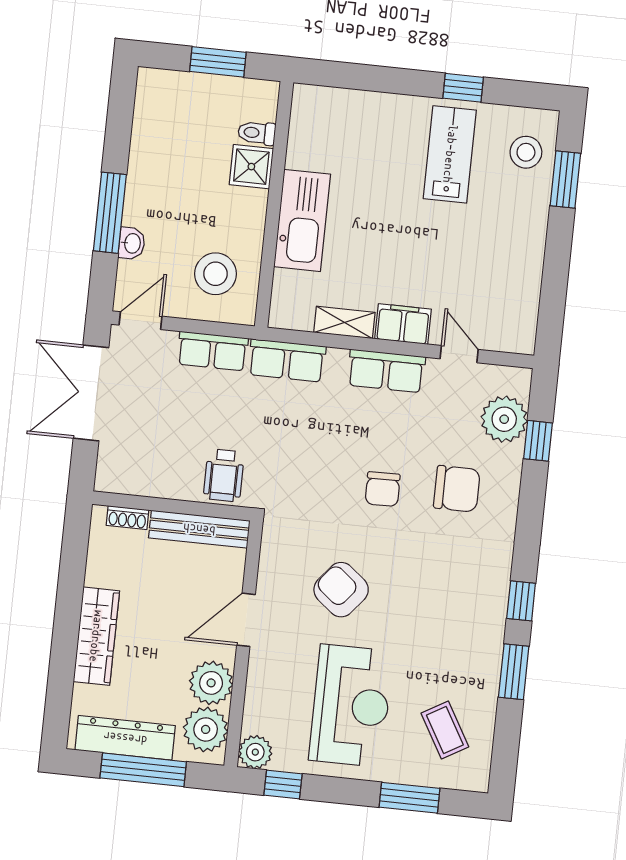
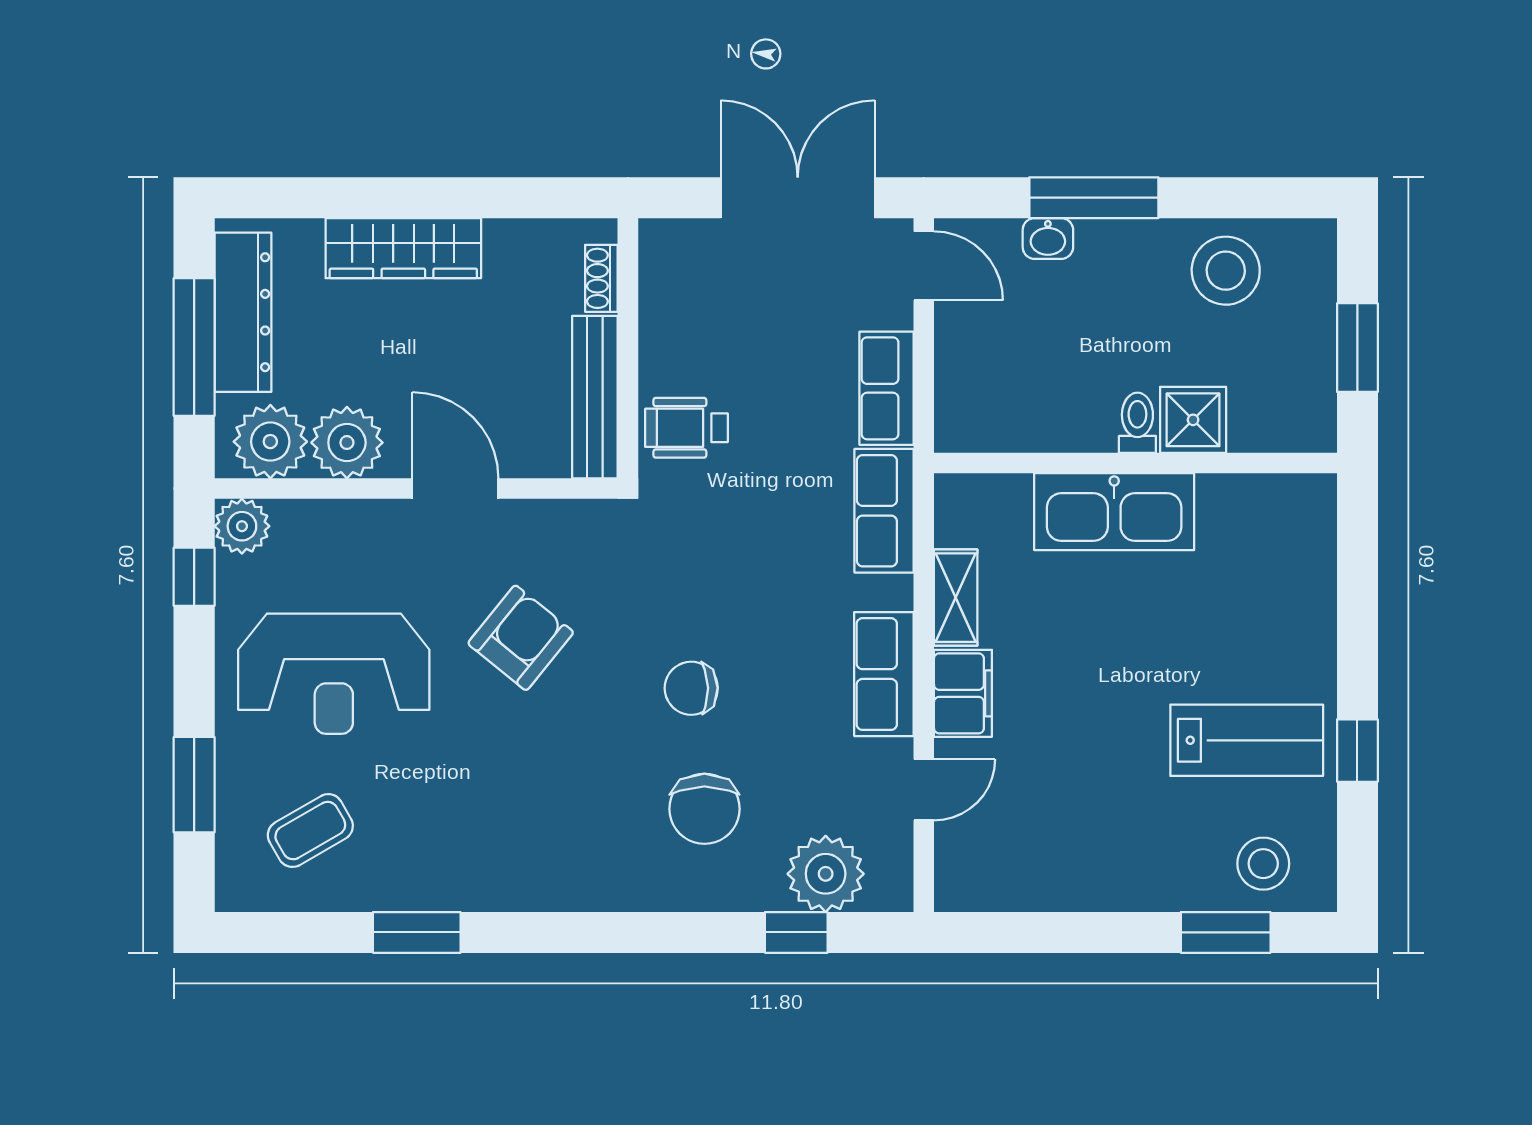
toilet: (257, 133) -> (1137, 423), moved
stool: (216, 274) -> (1226, 271), moved
window: (521, 601) -> (533, 932), removed

